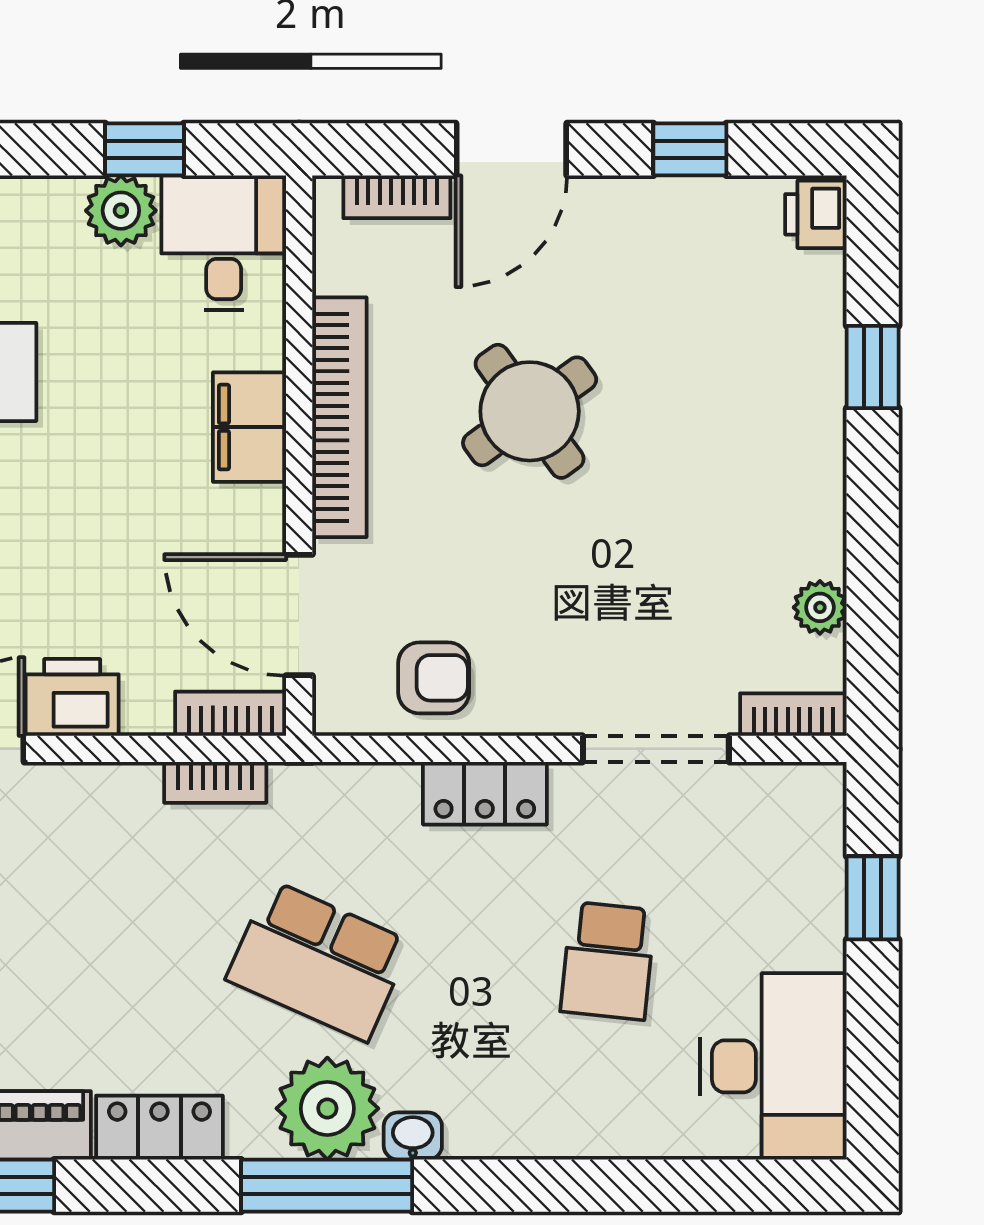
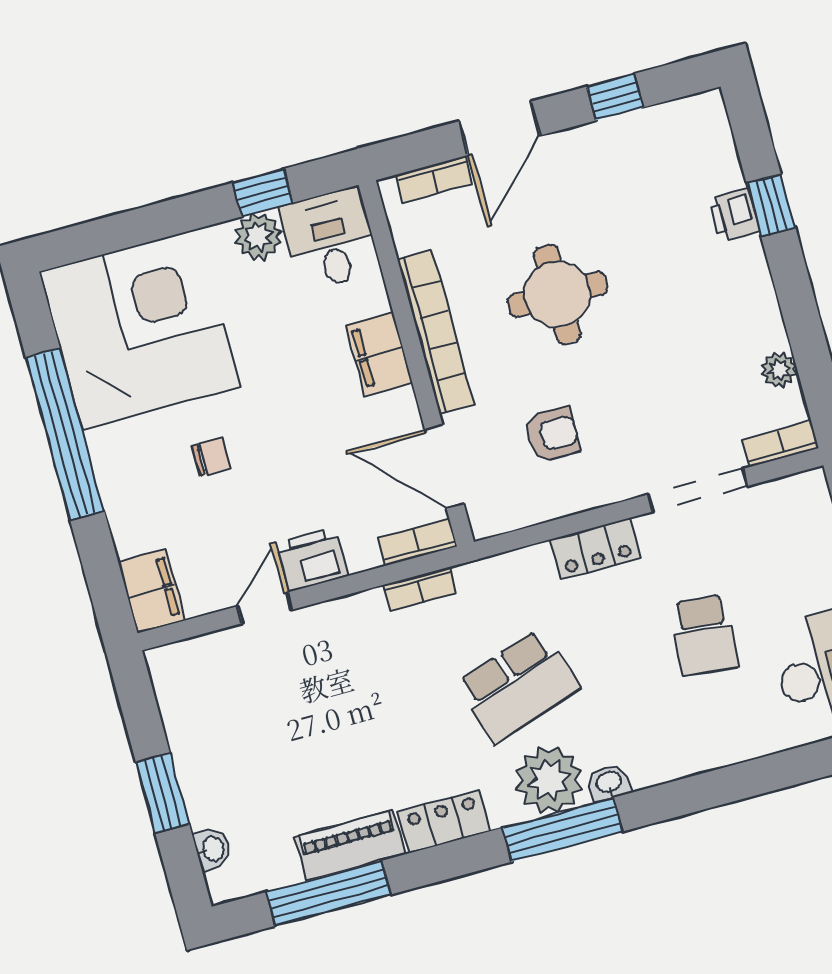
printer: (816, 214) -> (734, 215), moved
round table: (530, 411) -> (557, 294), turned 36
armchair: (434, 678) -> (552, 434), moved
school desk: (319, 961) -> (518, 686), turned -42

